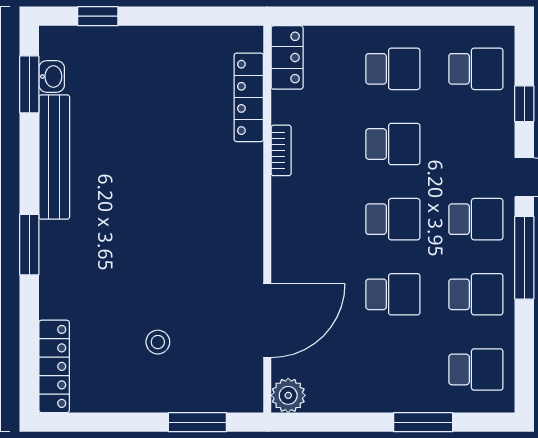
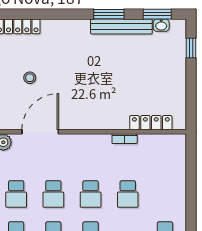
locker: (287, 57) -> (171, 142), removed
school desk: (393, 69) -> (16, 194), moved
window: (29, 245) -> (109, 14), moved
door: (267, 321) -> (40, 132), swing flipped

